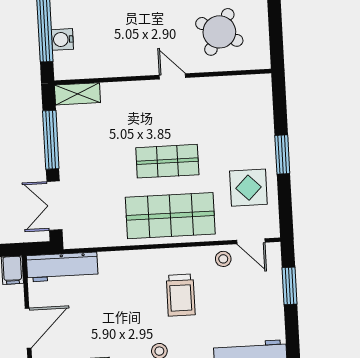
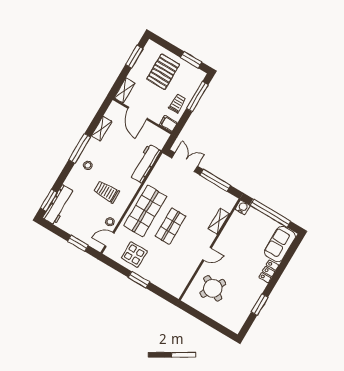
water cooler: (62, 39) -> (243, 207), moved
shelving: (77, 94) -> (219, 221), moved
workbench: (62, 267) -> (145, 163), moved

